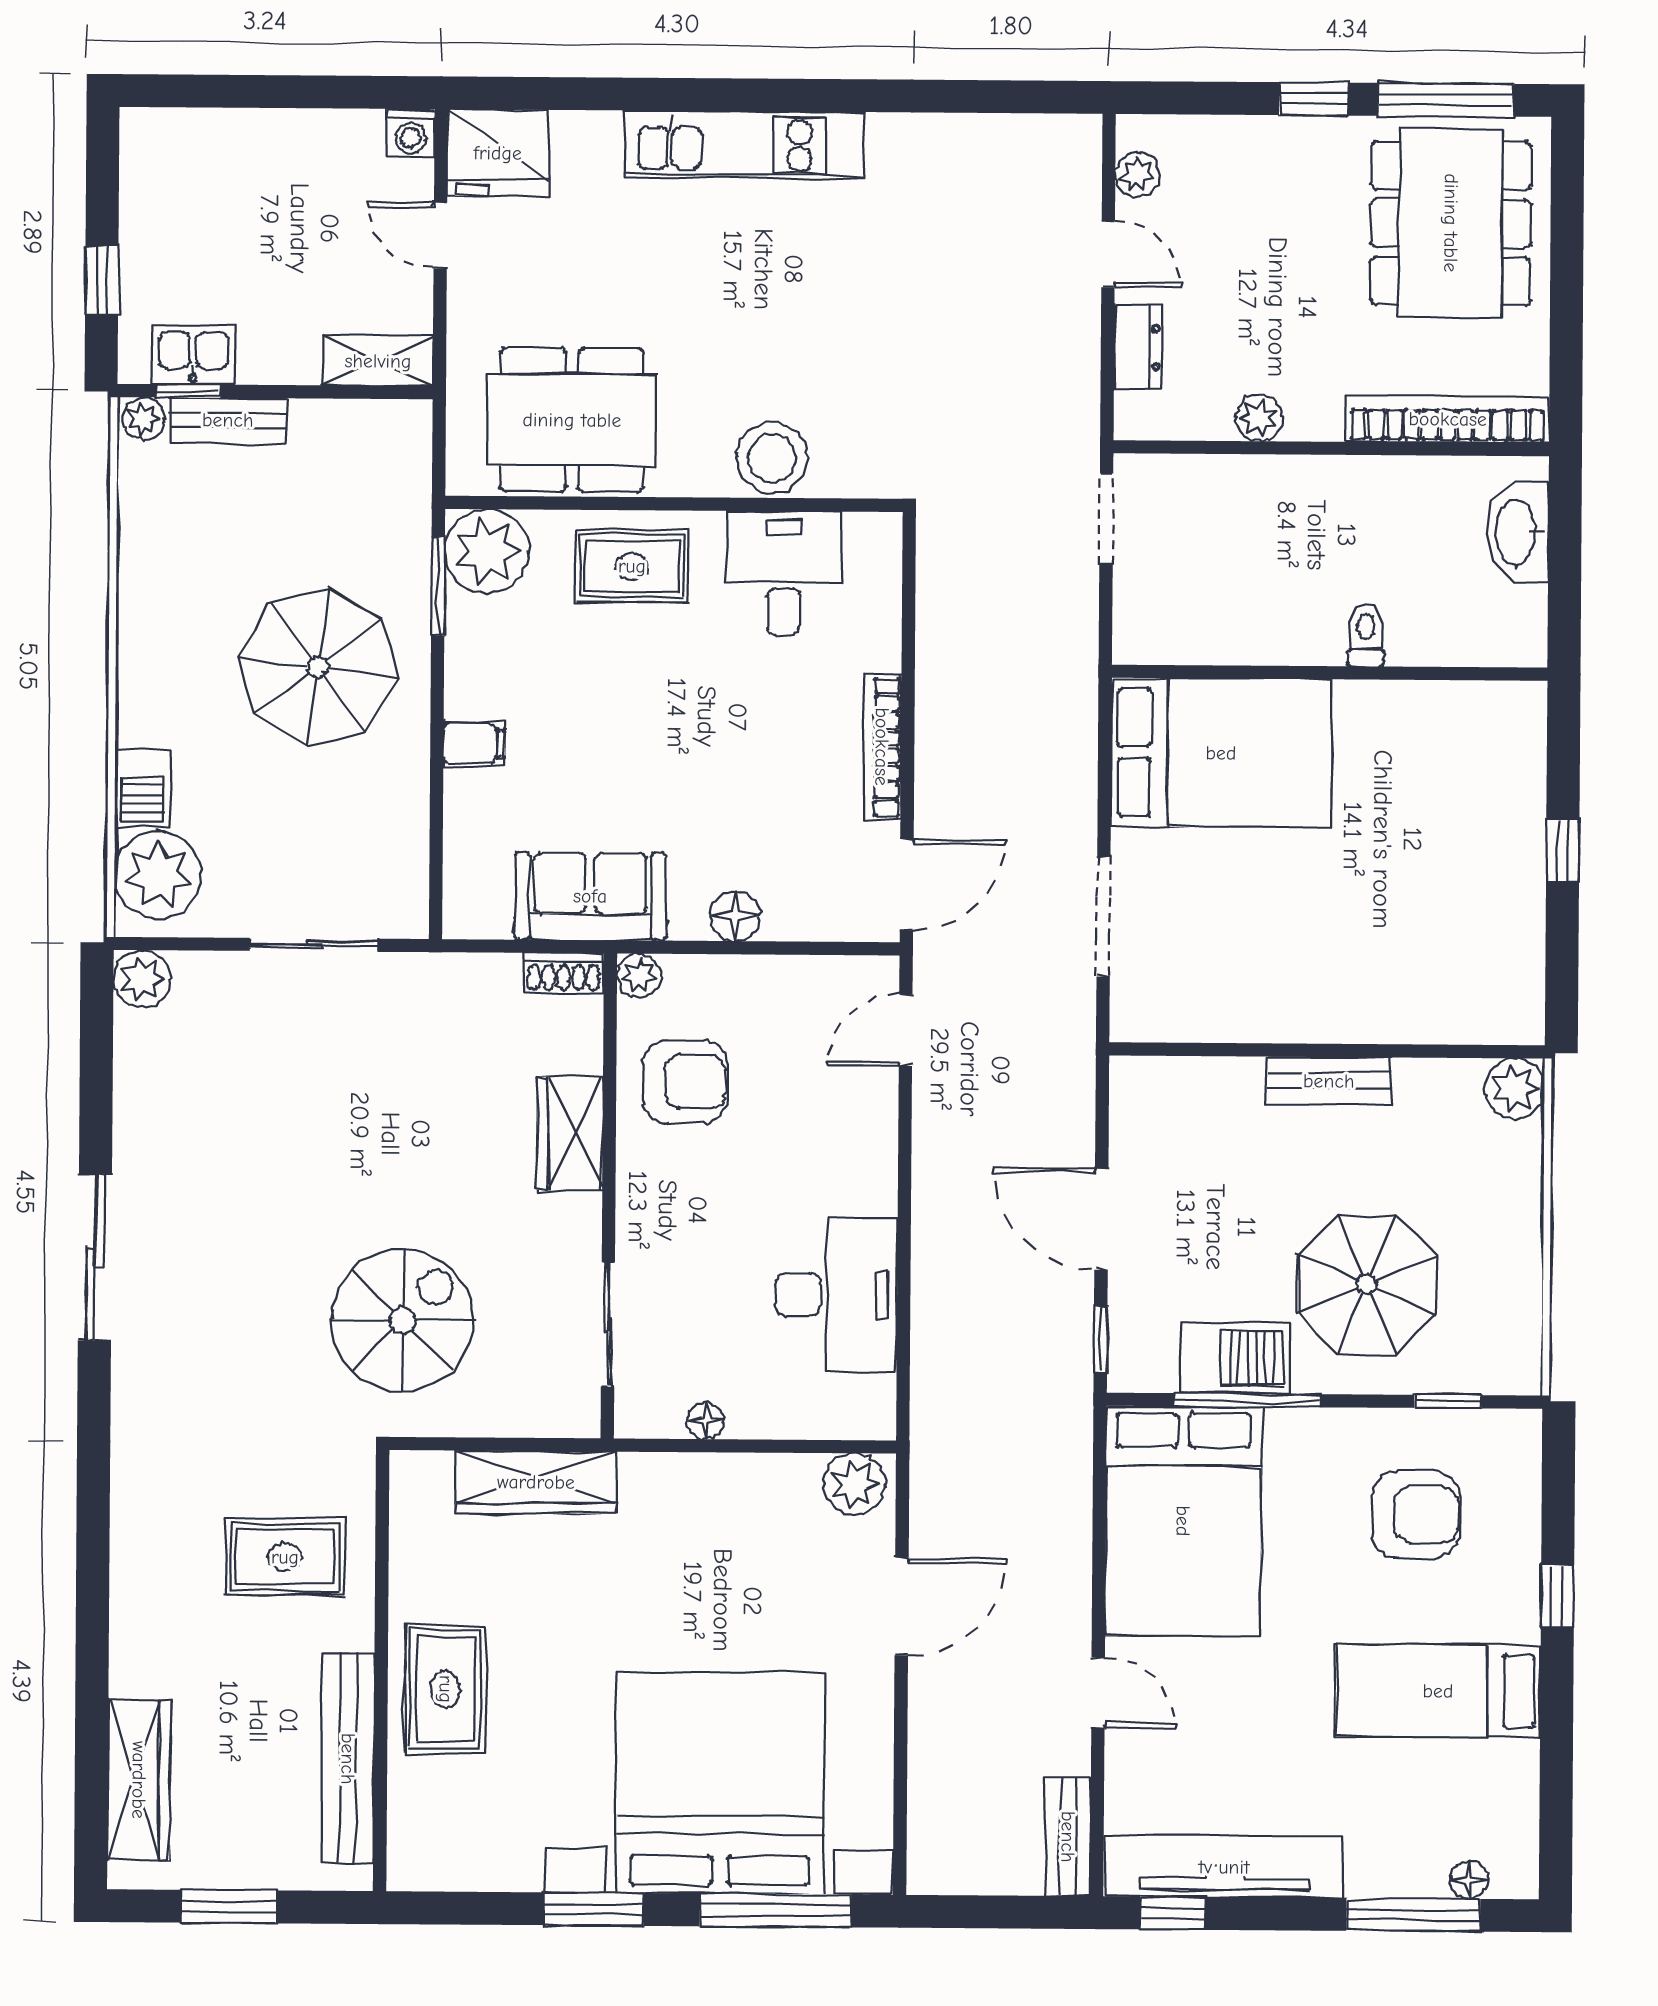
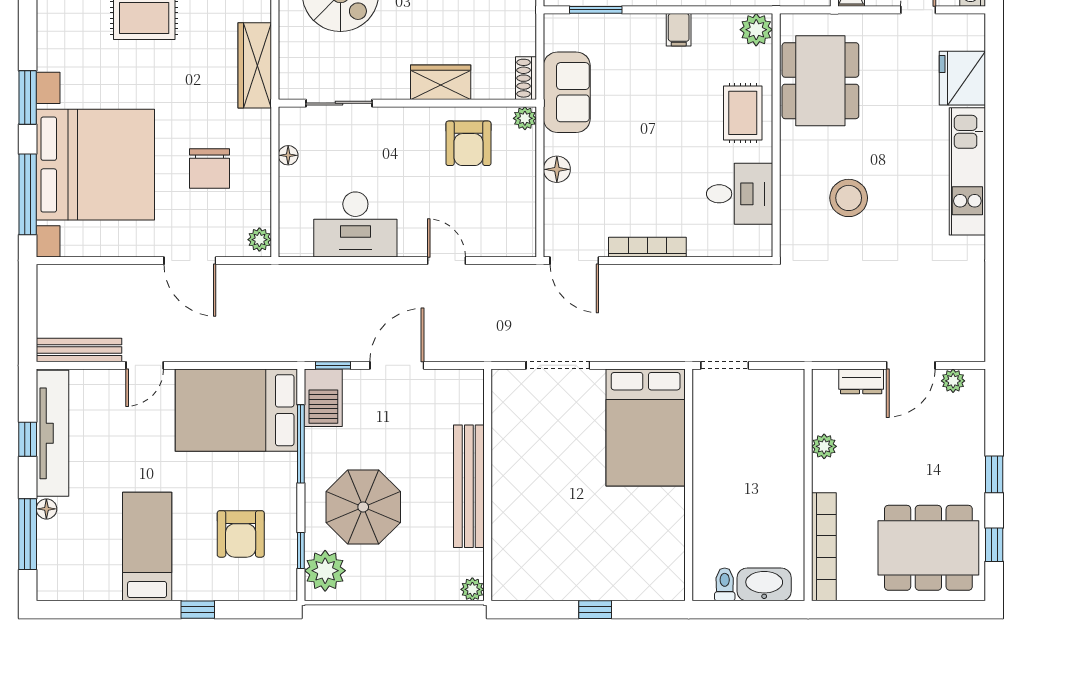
window: (1446, 100) -> (994, 545), width x0.46
fridge: (498, 153) -> (962, 78), moved
door: (1108, 254) -> (911, 365), width x1.37
stool: (772, 458) -> (849, 198), moved
doorway: (1106, 519) -> (725, 365), moved
plant: (487, 551) -> (756, 30), width x0.73, depth x0.73
window: (438, 586) -> (596, 10), moved
toilet: (1366, 635) -> (725, 584), moved, turned -90
filing cabinet: (474, 744) -> (679, 30), moved
door: (906, 1030) -> (447, 261), moved
bench: (1329, 1081) -> (469, 486), width x1.86, depth x1.21
plant: (1515, 1088) -> (472, 589), width x0.73, depth x0.73
plant: (1486, 1357) -> (325, 571), added
barbecue: (1236, 1358) -> (323, 398), moved
plant: (855, 1484) -> (259, 240), width x0.73, depth x0.73
chair: (729, 1568) -> (210, 169), added
bench: (1068, 1837) -> (79, 350), width x1.36
floor lamp: (1469, 1880) -> (46, 509), moved
window: (1172, 1913) -> (28, 439), moved

